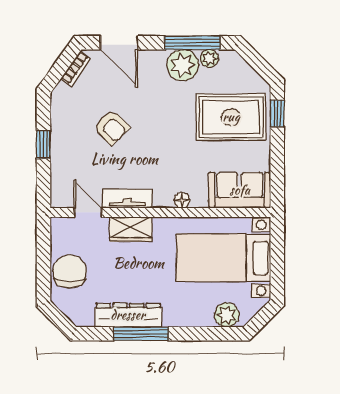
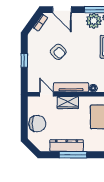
tv unit: (127, 199) -> (71, 87), width x1.41
chair: (70, 271) -> (37, 124), turned 90

